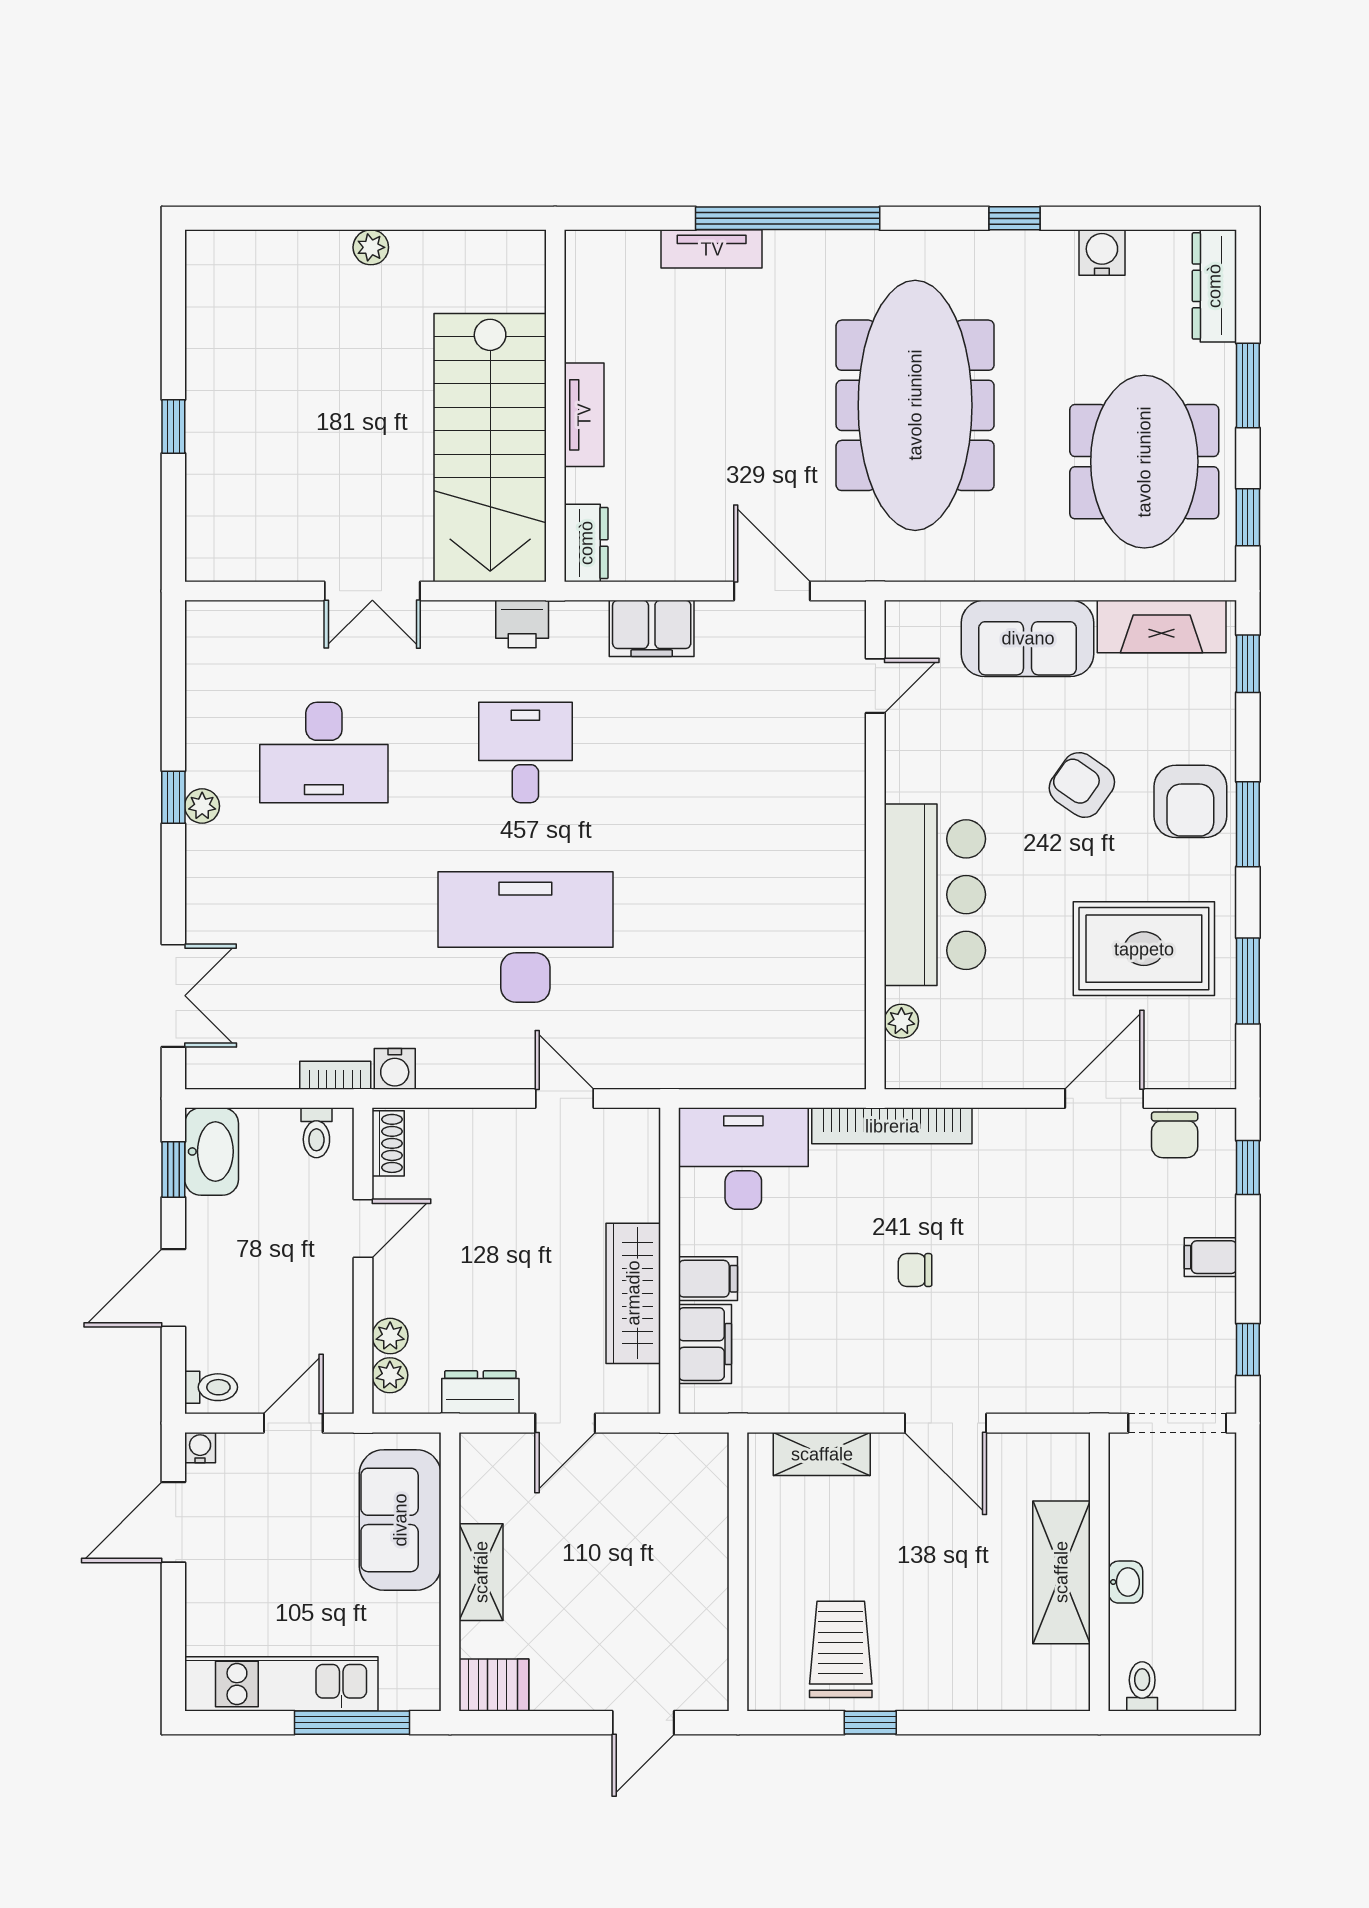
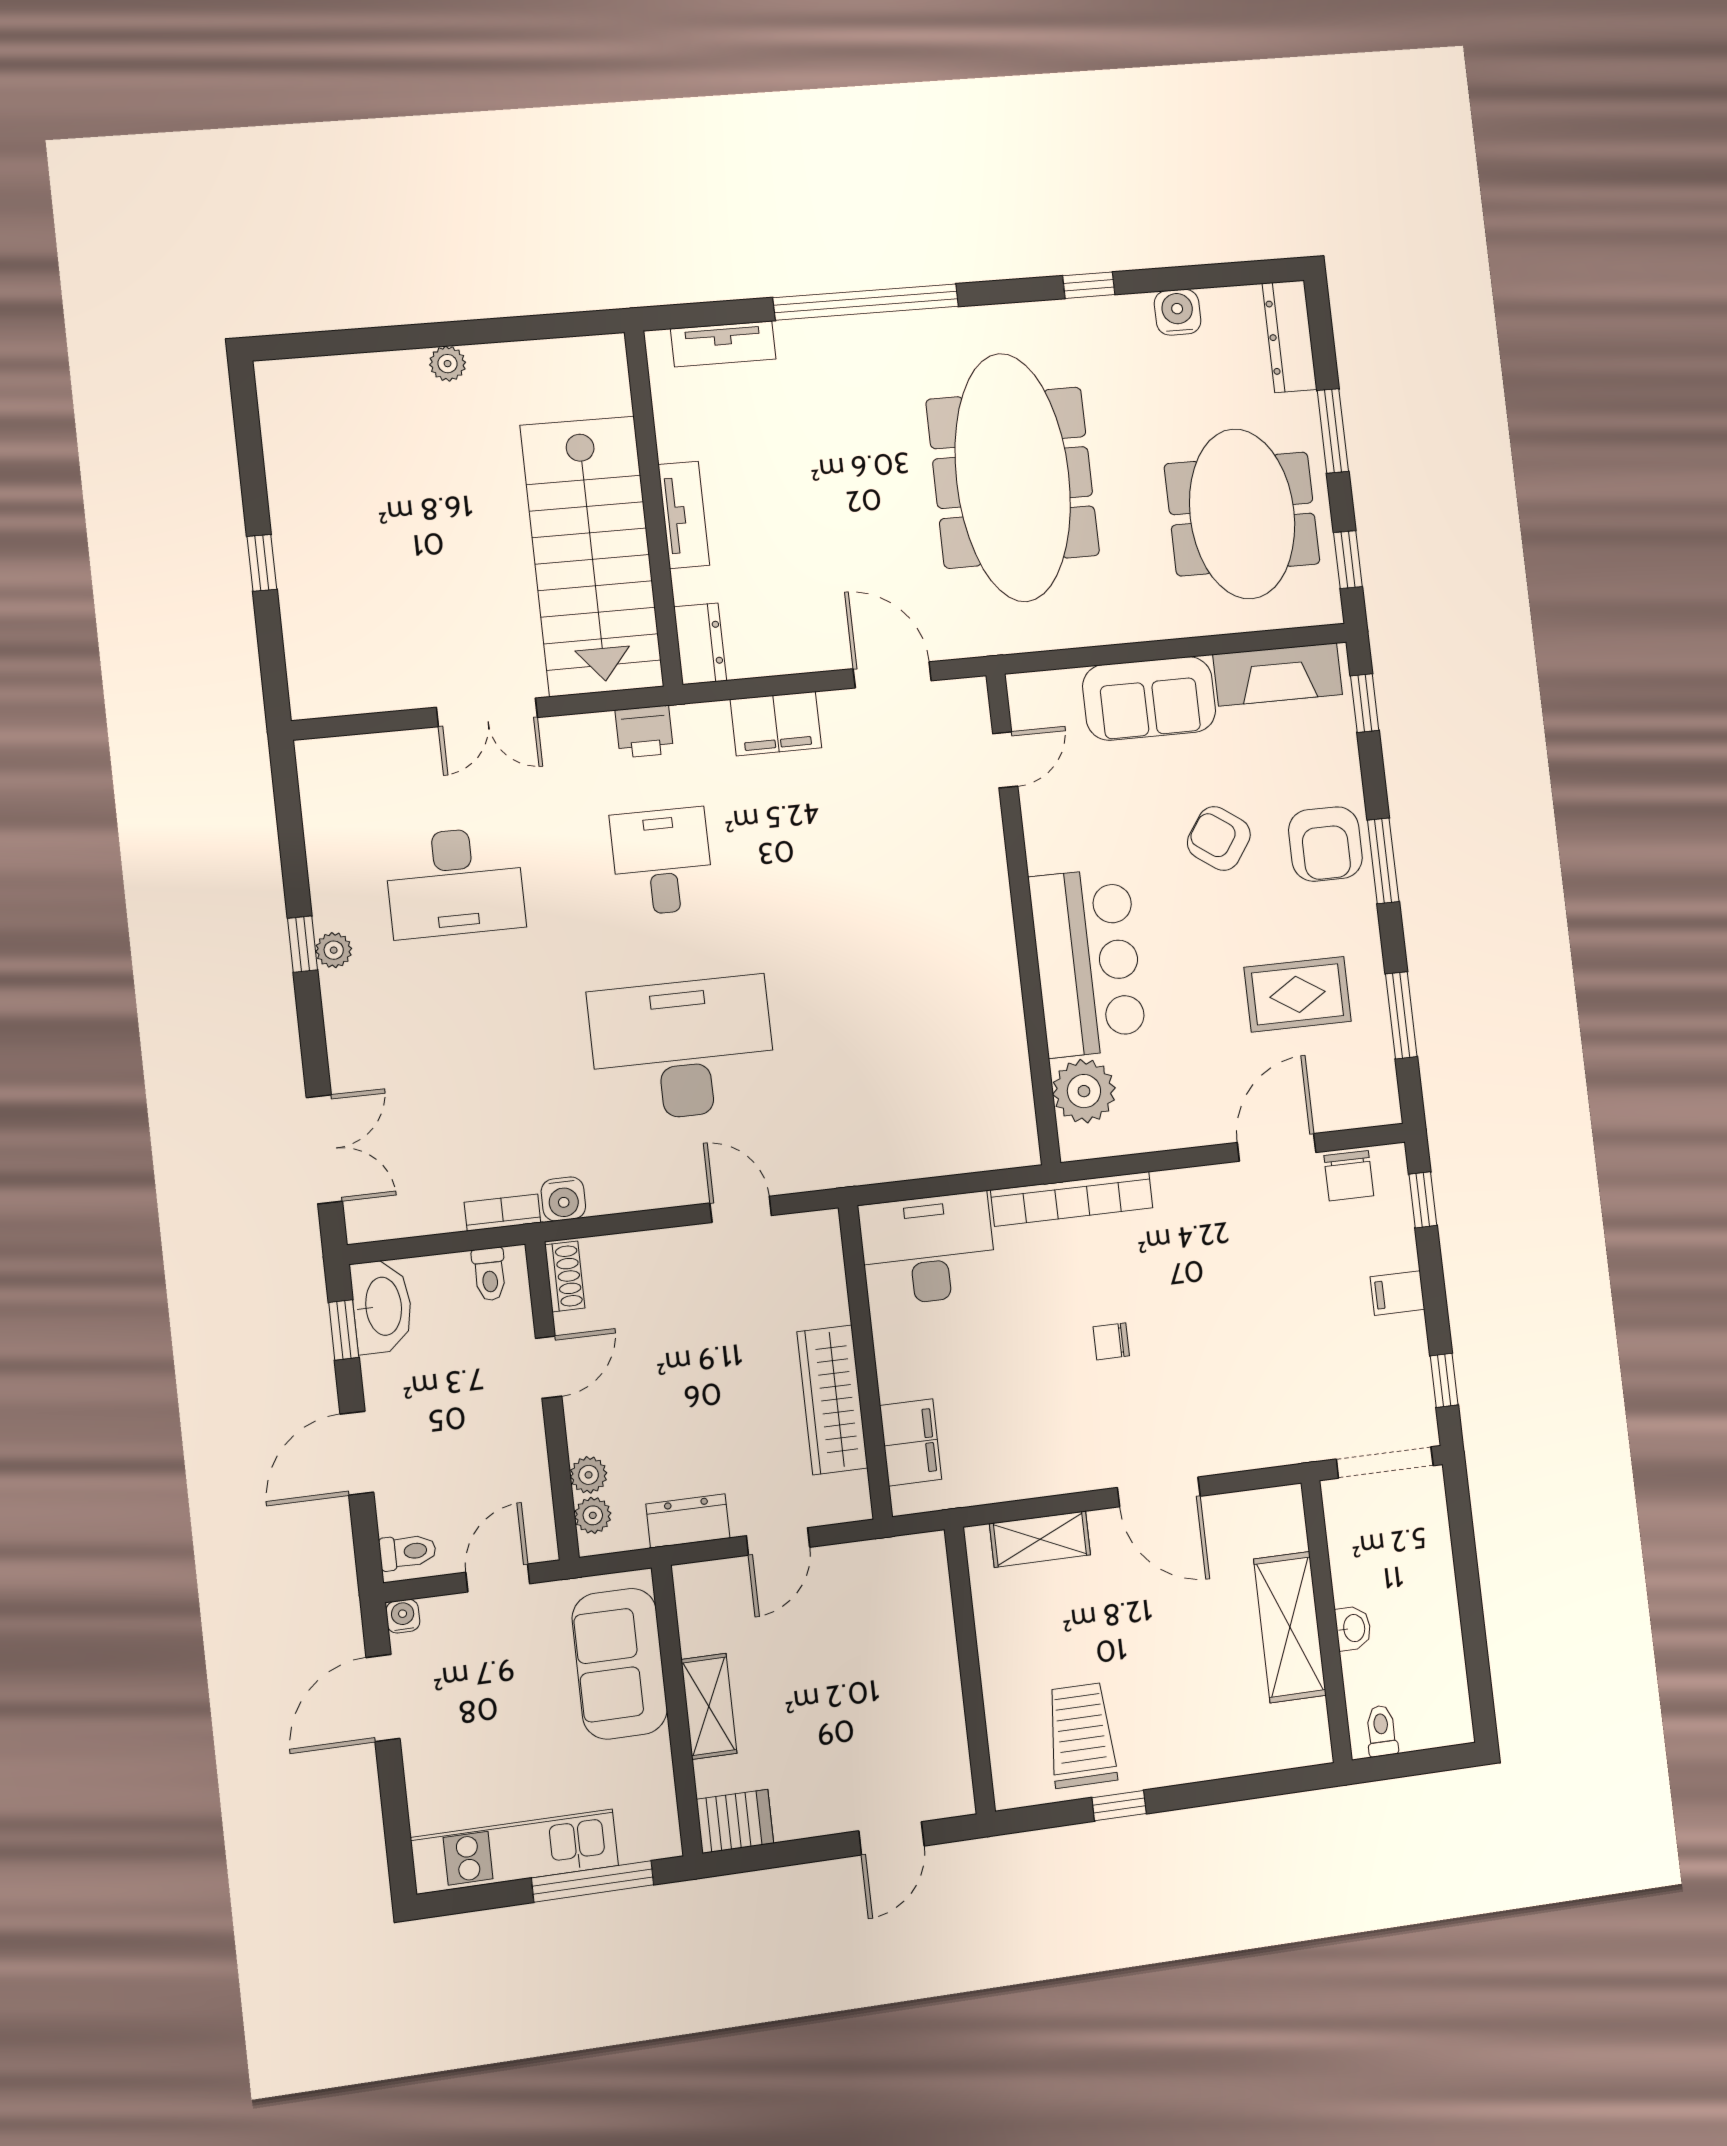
tv unit: (712, 249) -> (723, 344), moved
rug: (1144, 949) -> (1298, 994), width x0.73, depth x0.70
plant: (901, 1021) -> (1084, 1091), width x1.87, depth x1.87
filing cabinet: (708, 1279) -> (906, 1376), removed

